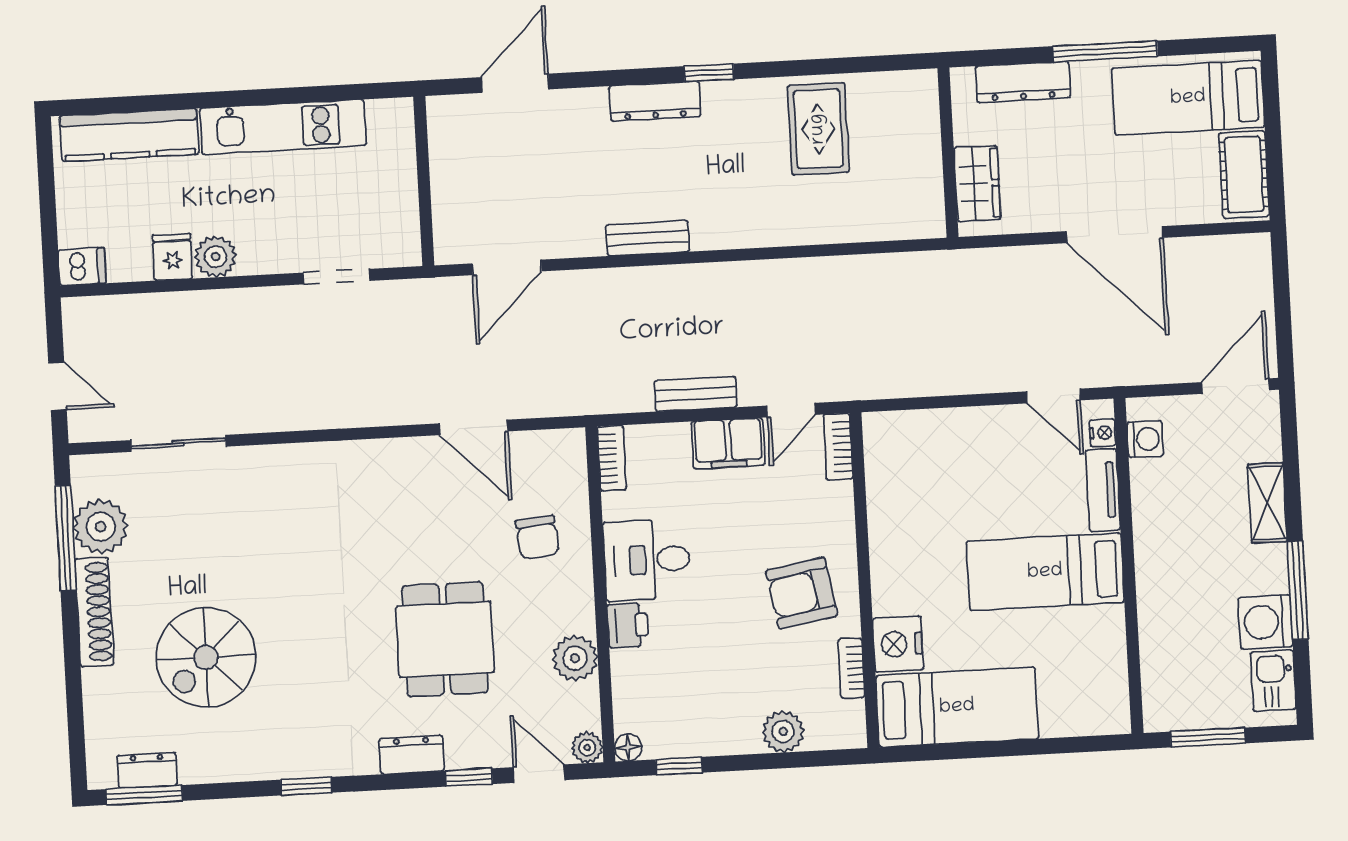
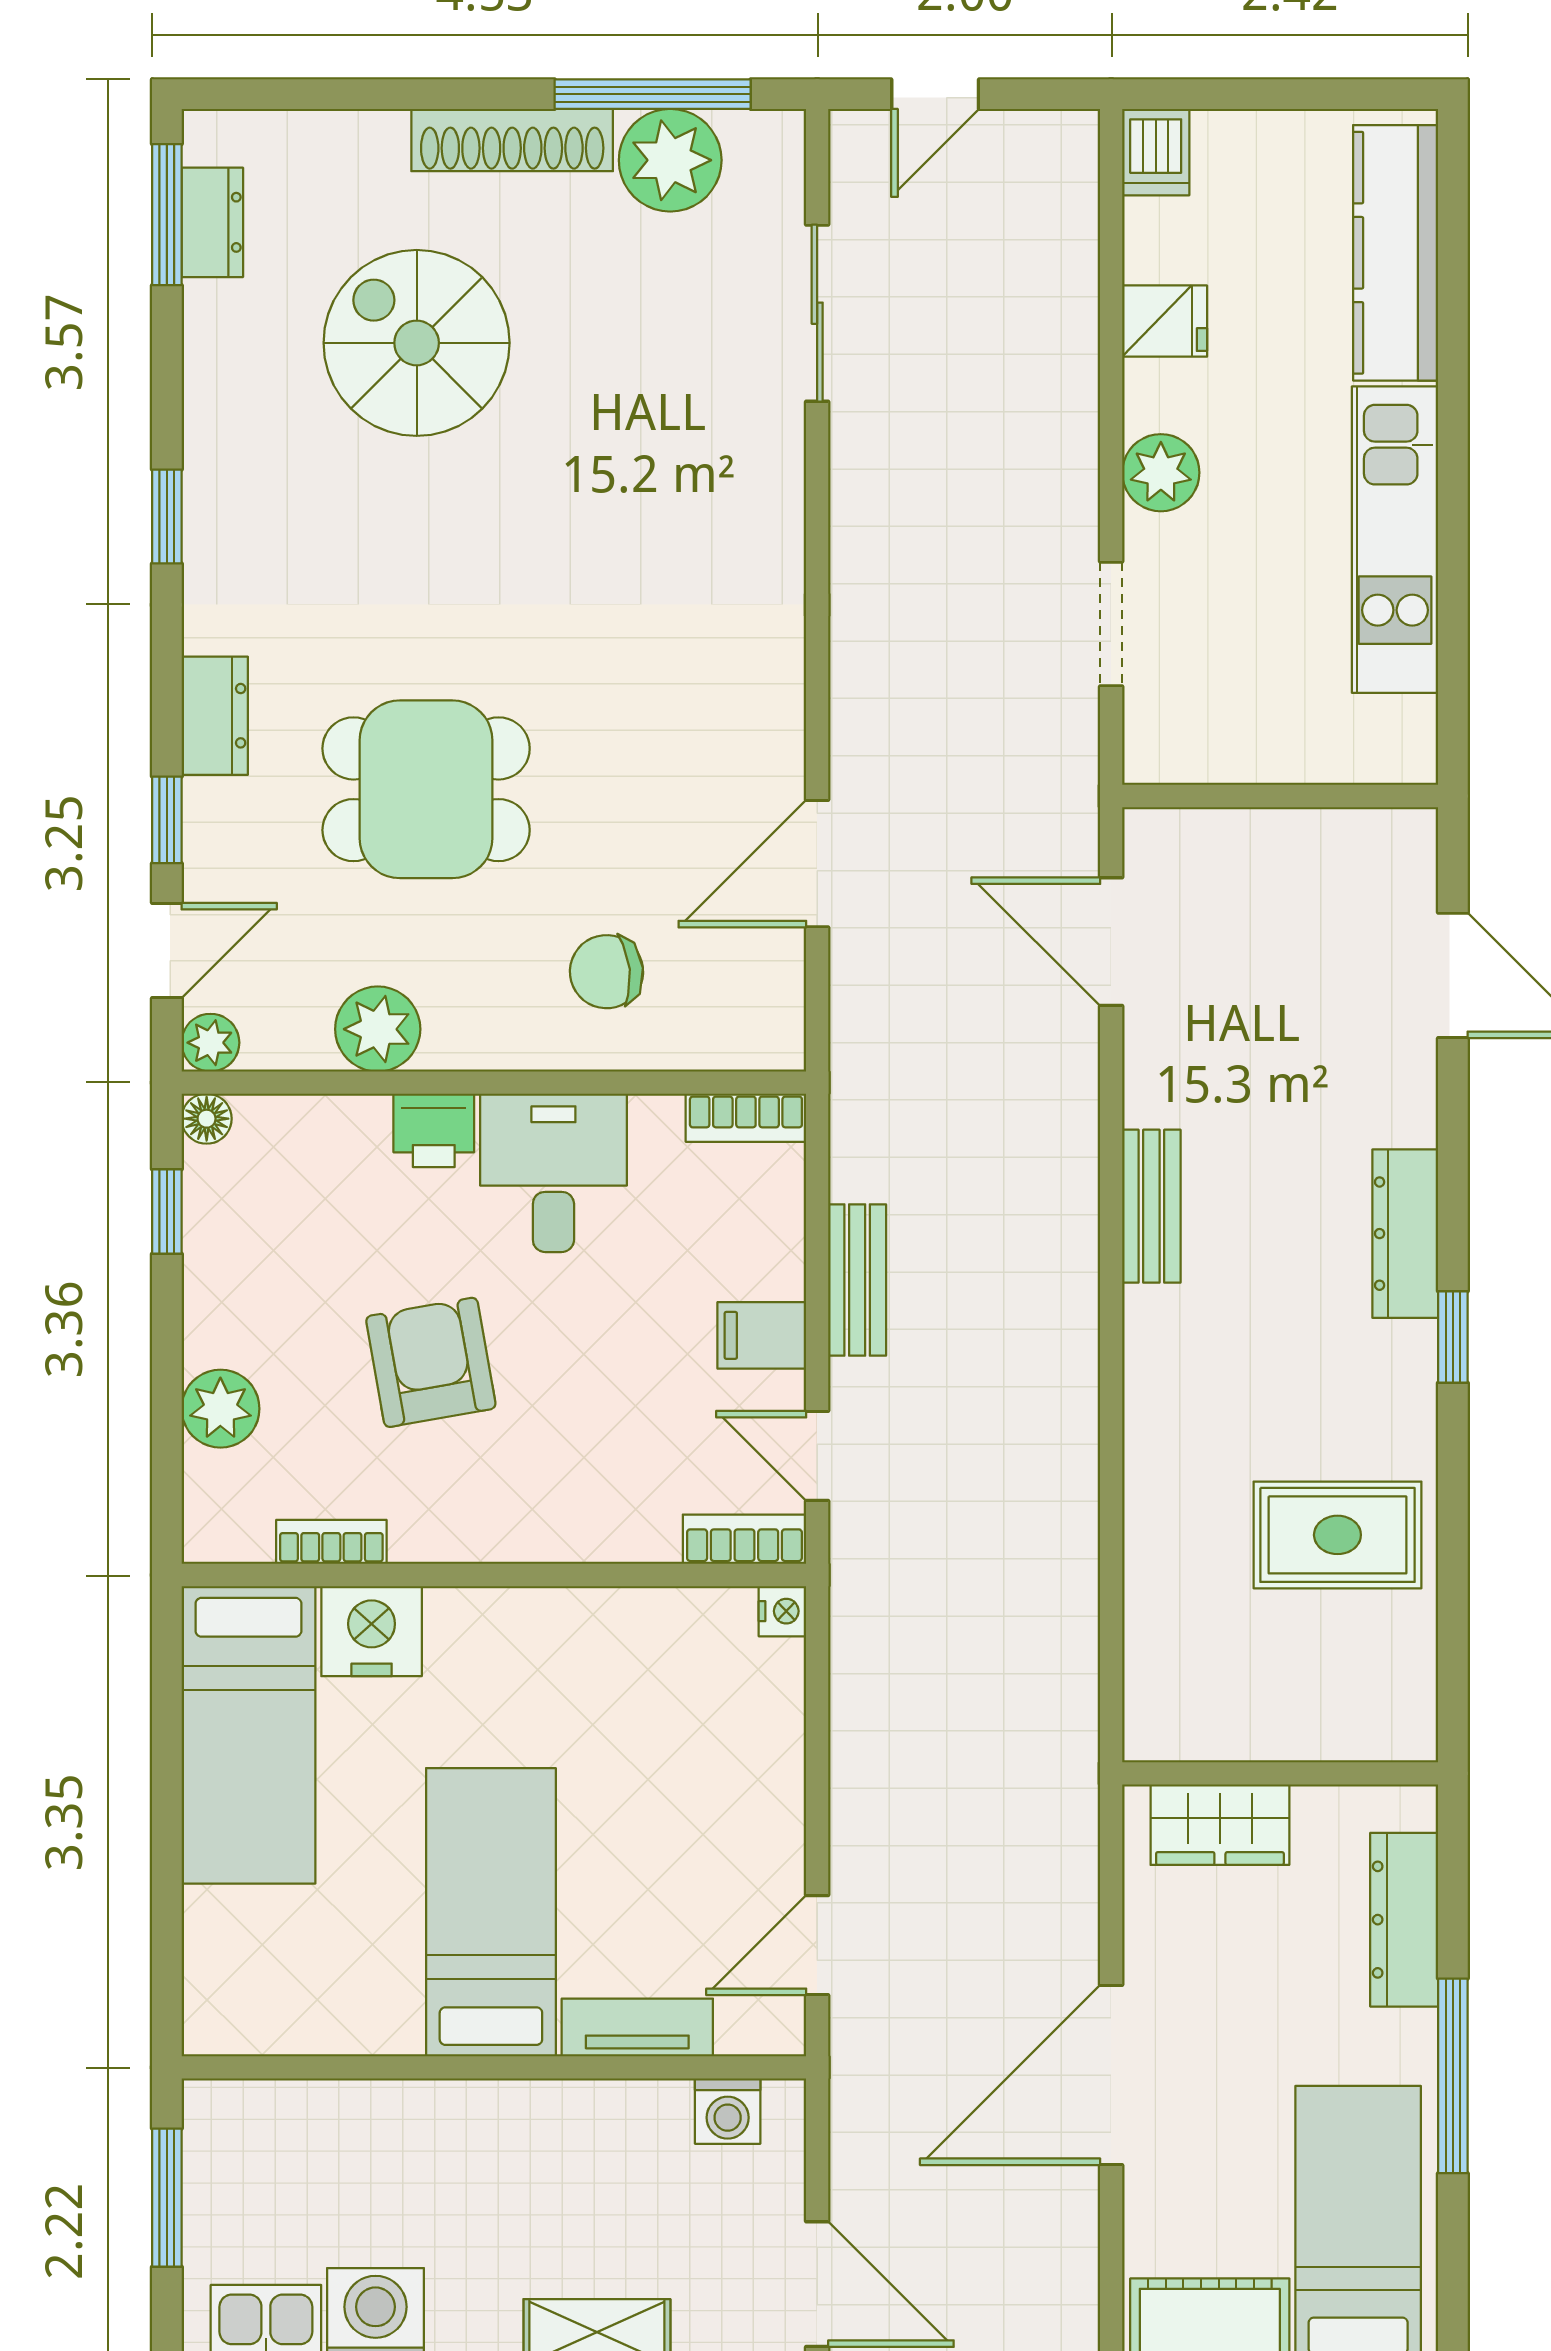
plant: (216, 257) -> (1161, 473), moved
nightstand: (1103, 433) -> (782, 1611), moved, turned -90
filing cabinet: (728, 443) -> (762, 1335), width x0.50
armchair: (802, 593) -> (431, 1362), moved

